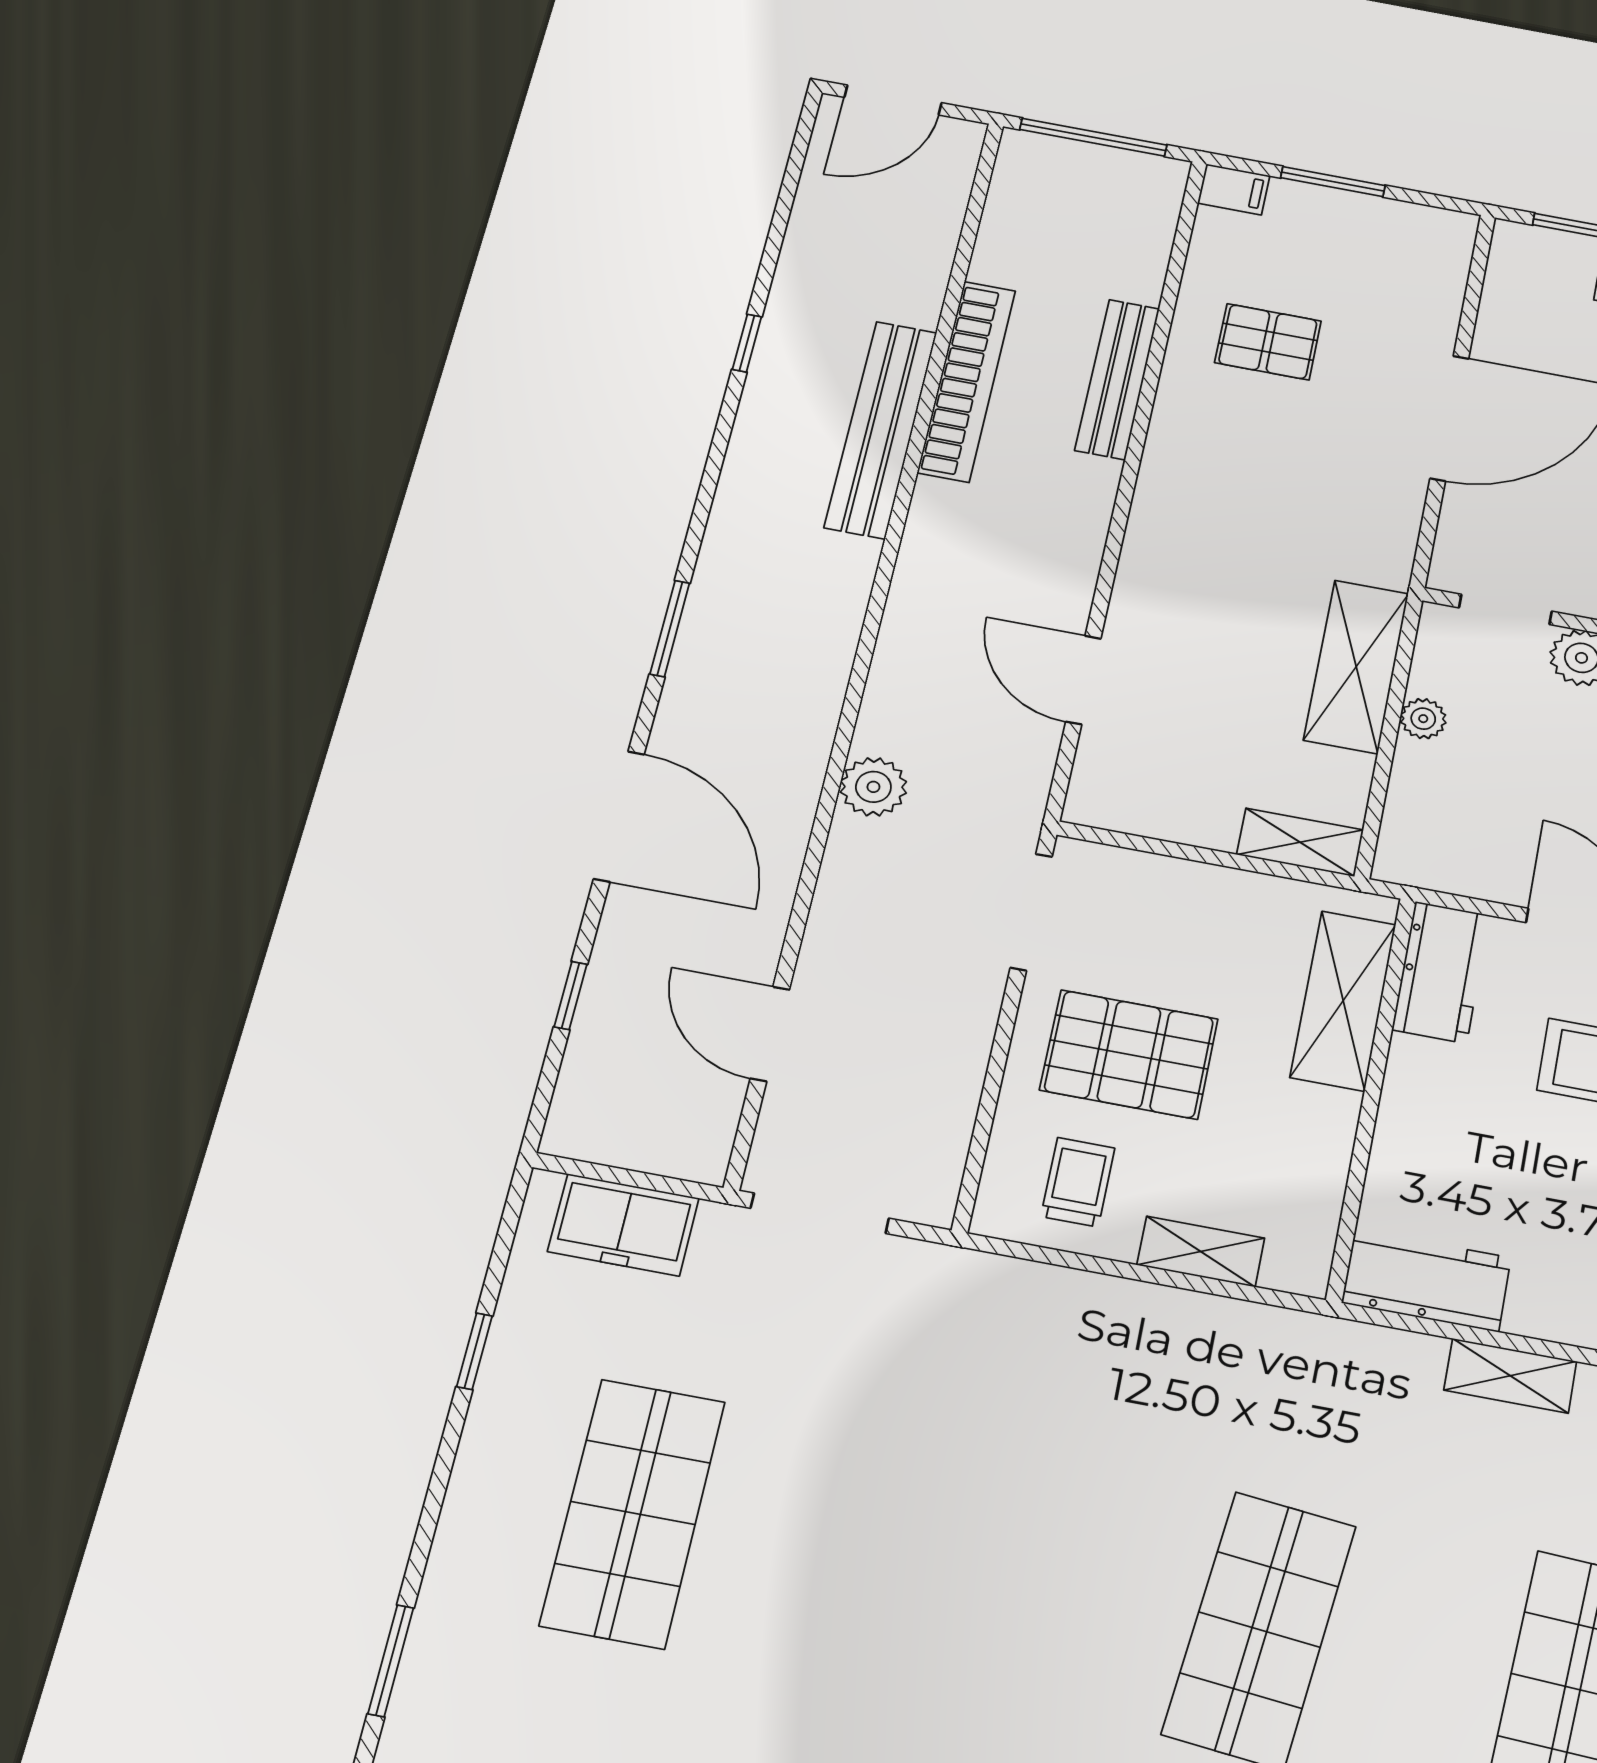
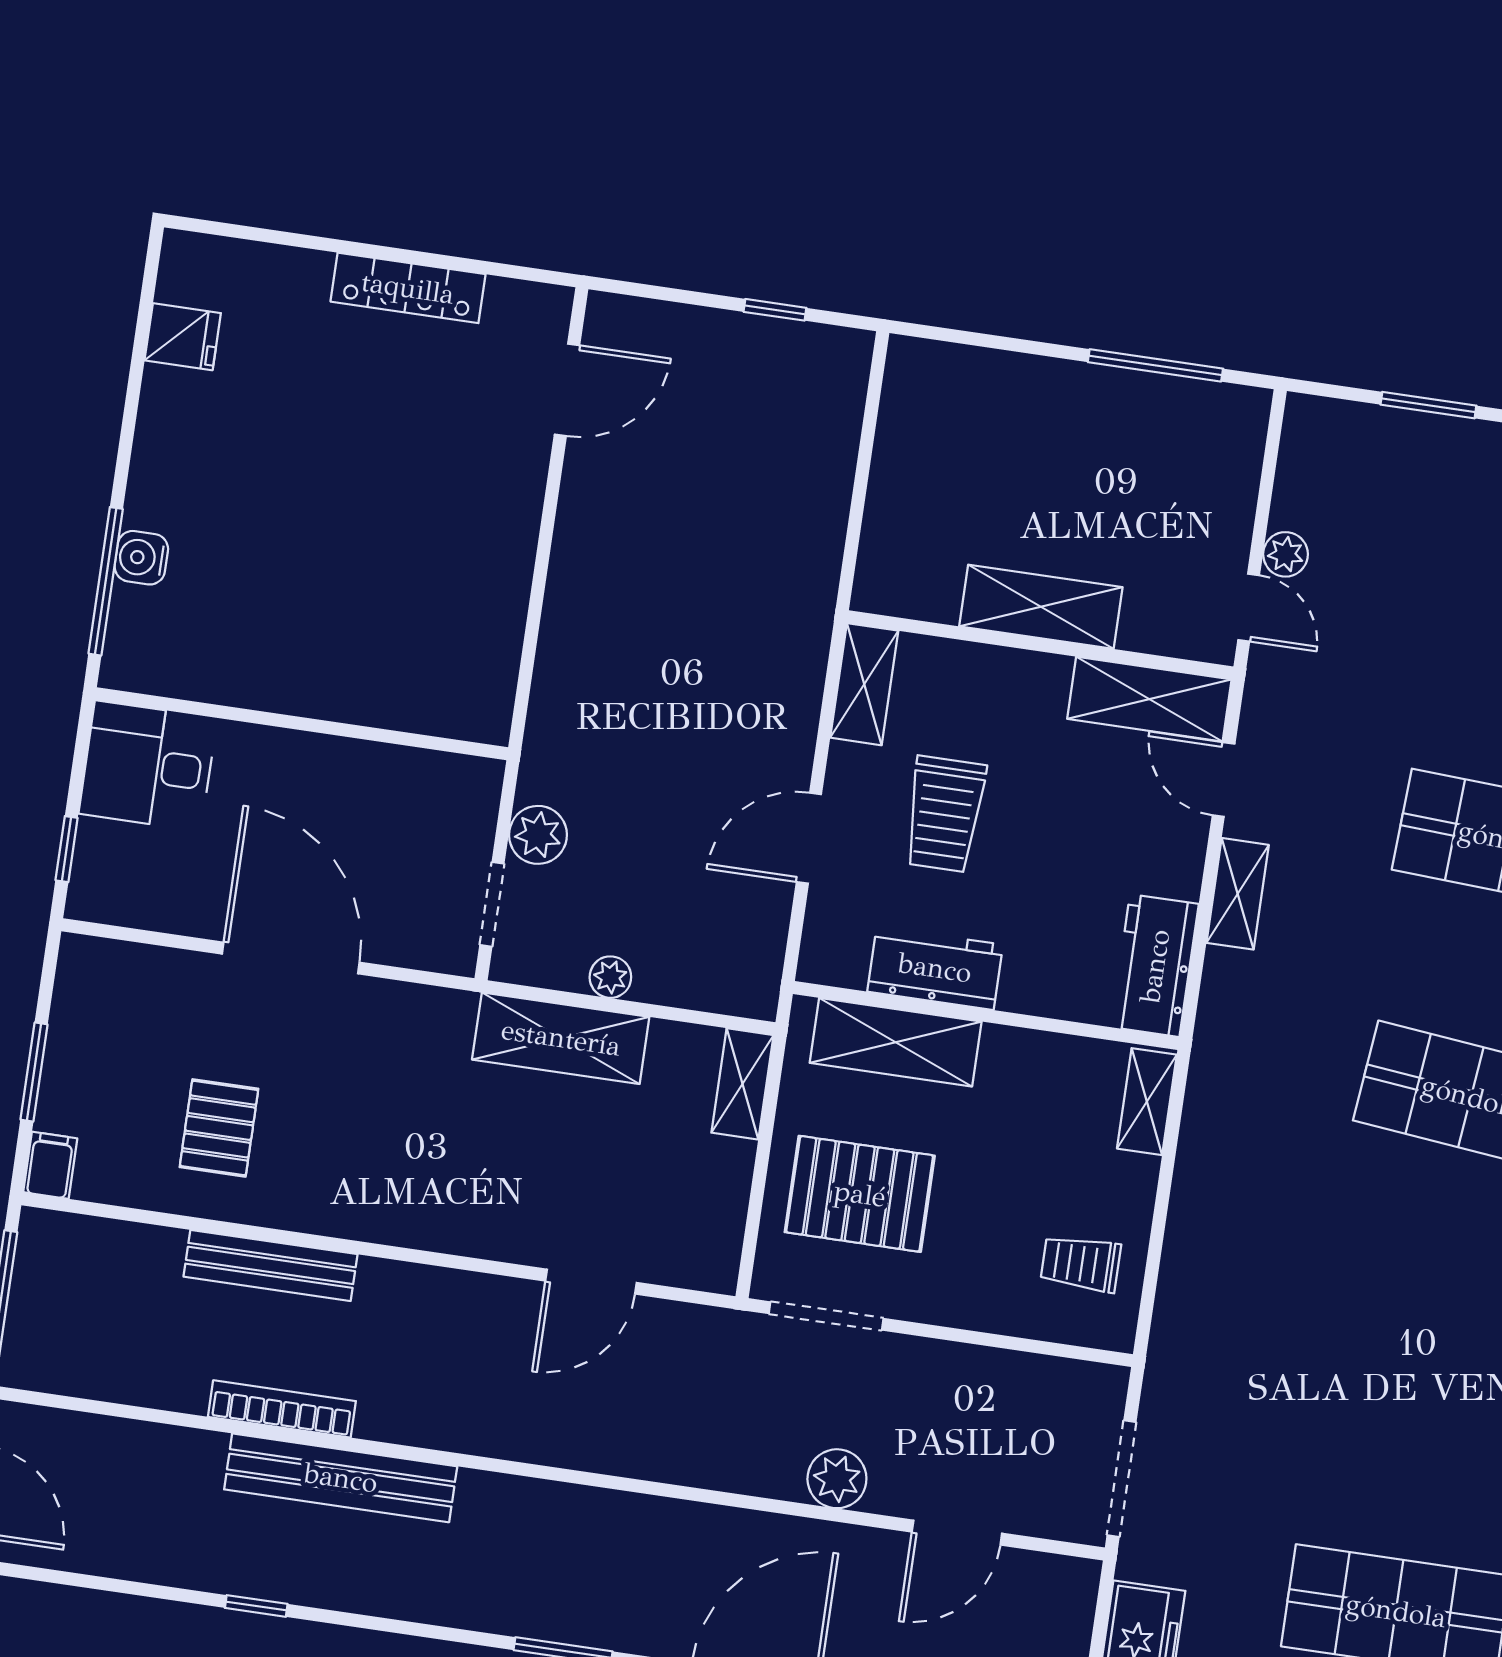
bookcase: (967, 381) -> (282, 1409), width x0.68, depth x0.76
plant: (873, 787) -> (837, 1479), moved
workbench: (1441, 972) -> (935, 968), moved
pallet: (1129, 1054) -> (860, 1194), moved, turned 90
shelving: (1201, 1251) -> (1147, 1102), moved

